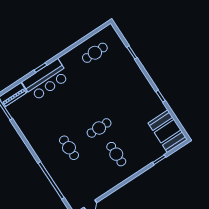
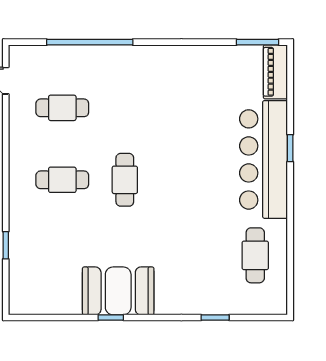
bar counter: (46, 80) -> (264, 159), width x1.36
booth: (168, 131) -> (118, 291), moved
cafe table: (69, 148) -> (62, 108), moved

